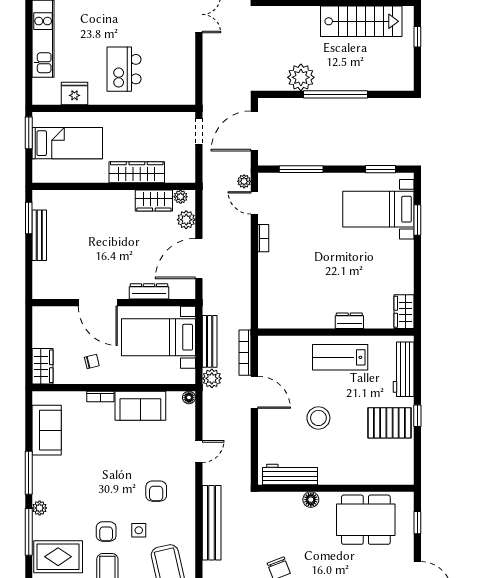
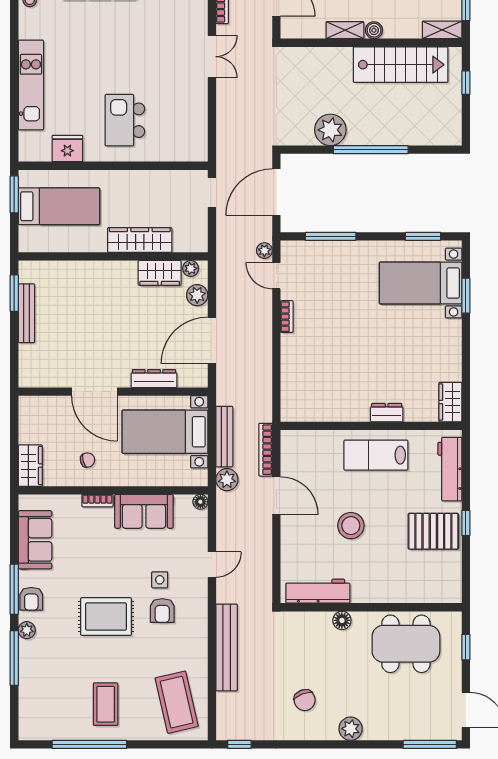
side table: (139, 530) -> (160, 580), moved
armchair: (106, 531) -> (31, 599), moved
rug: (58, 557) -> (106, 617), moved

